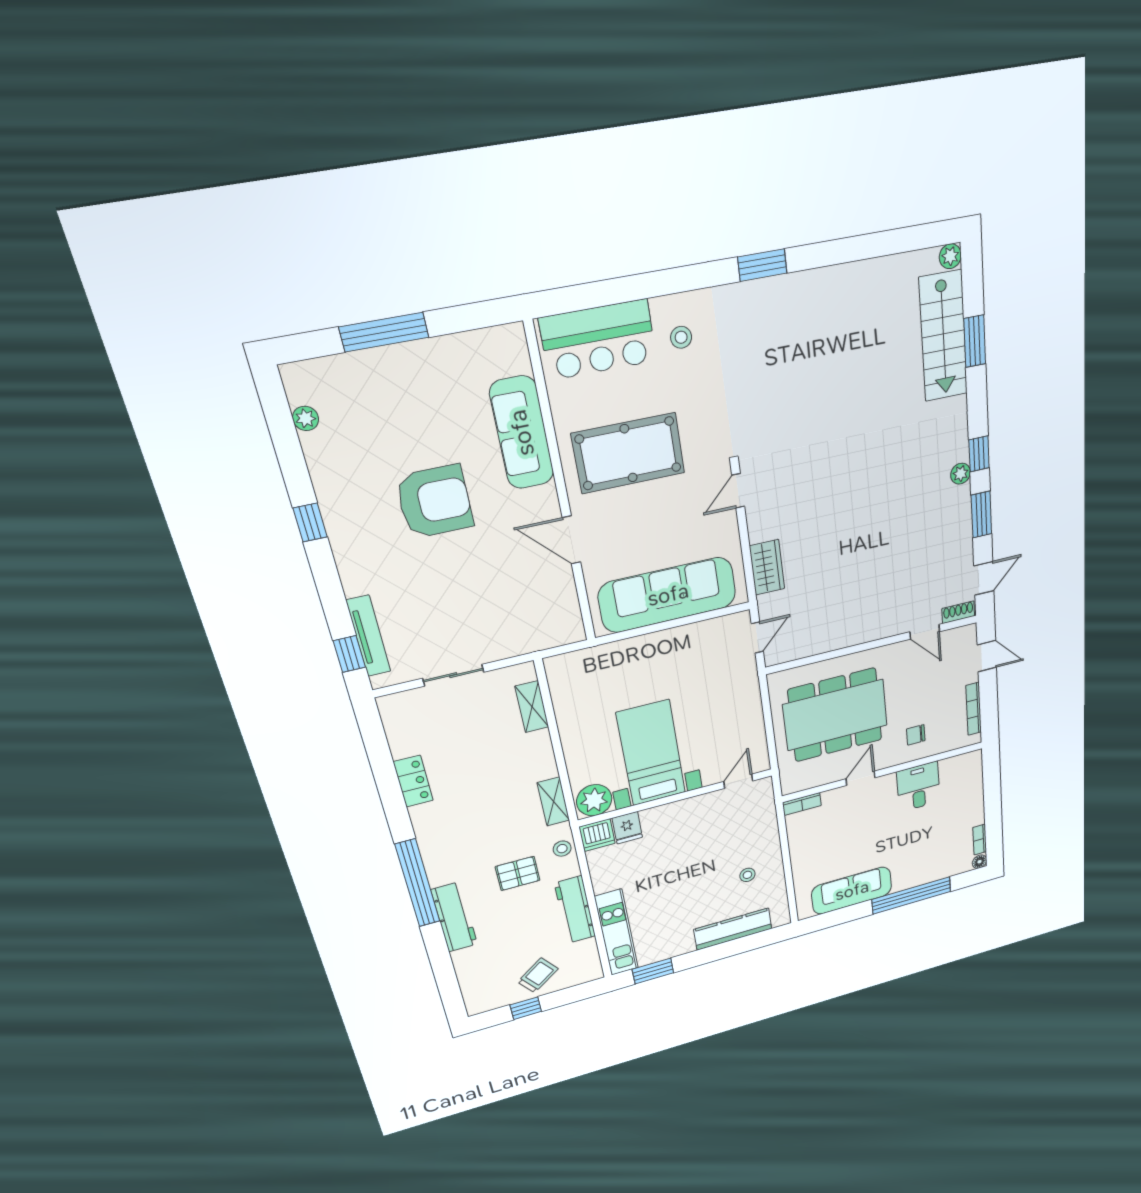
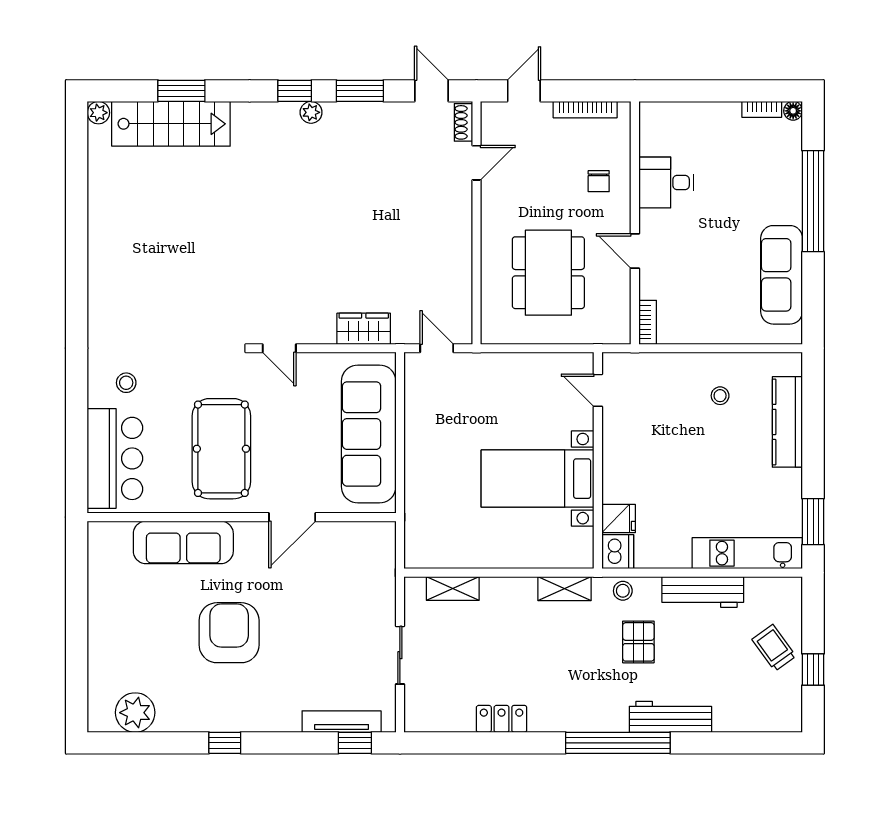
window: (762, 265) -> (77, 298), removed
window: (384, 332) -> (77, 640), removed
plant: (306, 418) -> (135, 713), width x1.87, depth x1.87
dining table: (835, 715) -> (548, 273), width x0.73, depth x0.80
plant: (594, 800) -> (575, 547), removed

